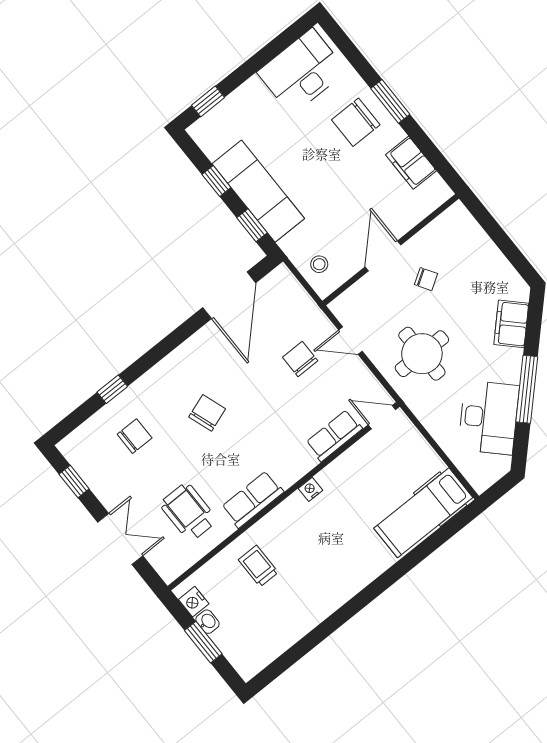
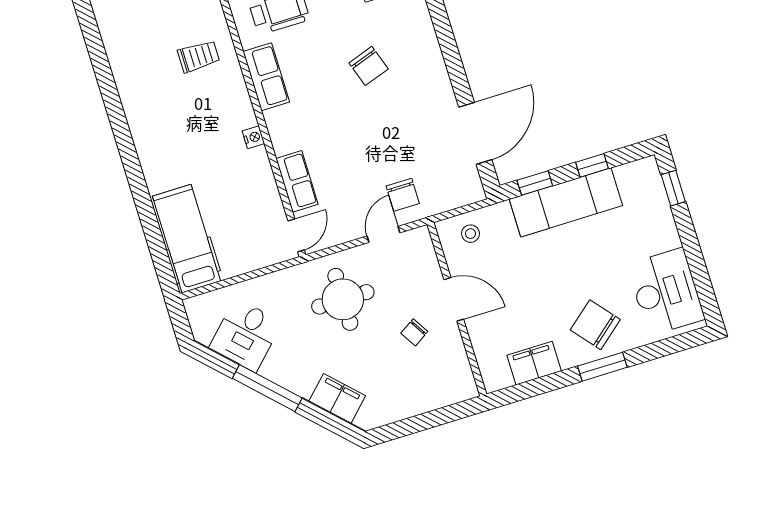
chair: (356, 122) -> (595, 325), turned -40
door: (229, 295) -> (475, 133), swing flipped
chair: (300, 359) -> (403, 195), moved, turned 90
desk: (489, 417) -> (246, 335), width x0.73

